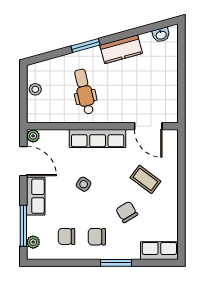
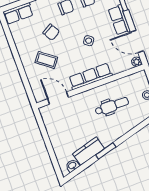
window: (86, 46) -> (106, 151), moved
kitchen counter: (121, 49) -> (88, 151), moved
dental chair: (84, 92) -> (112, 106), turned -77

